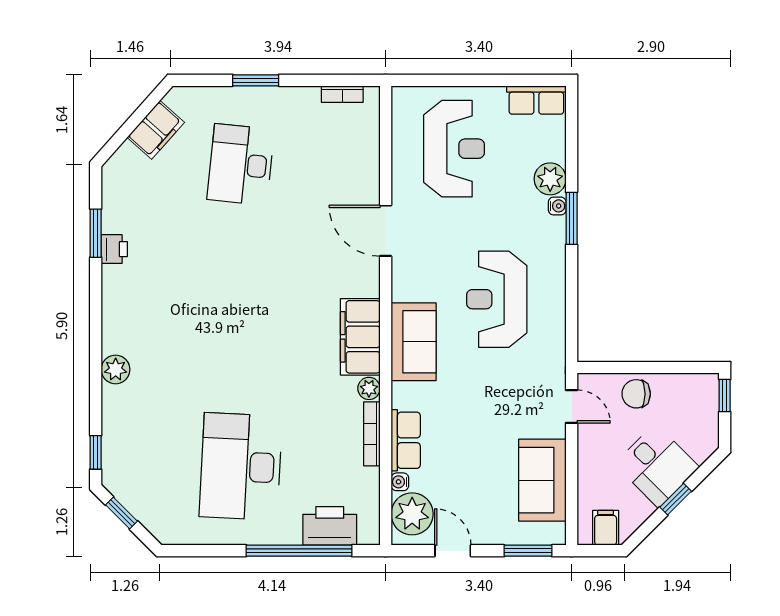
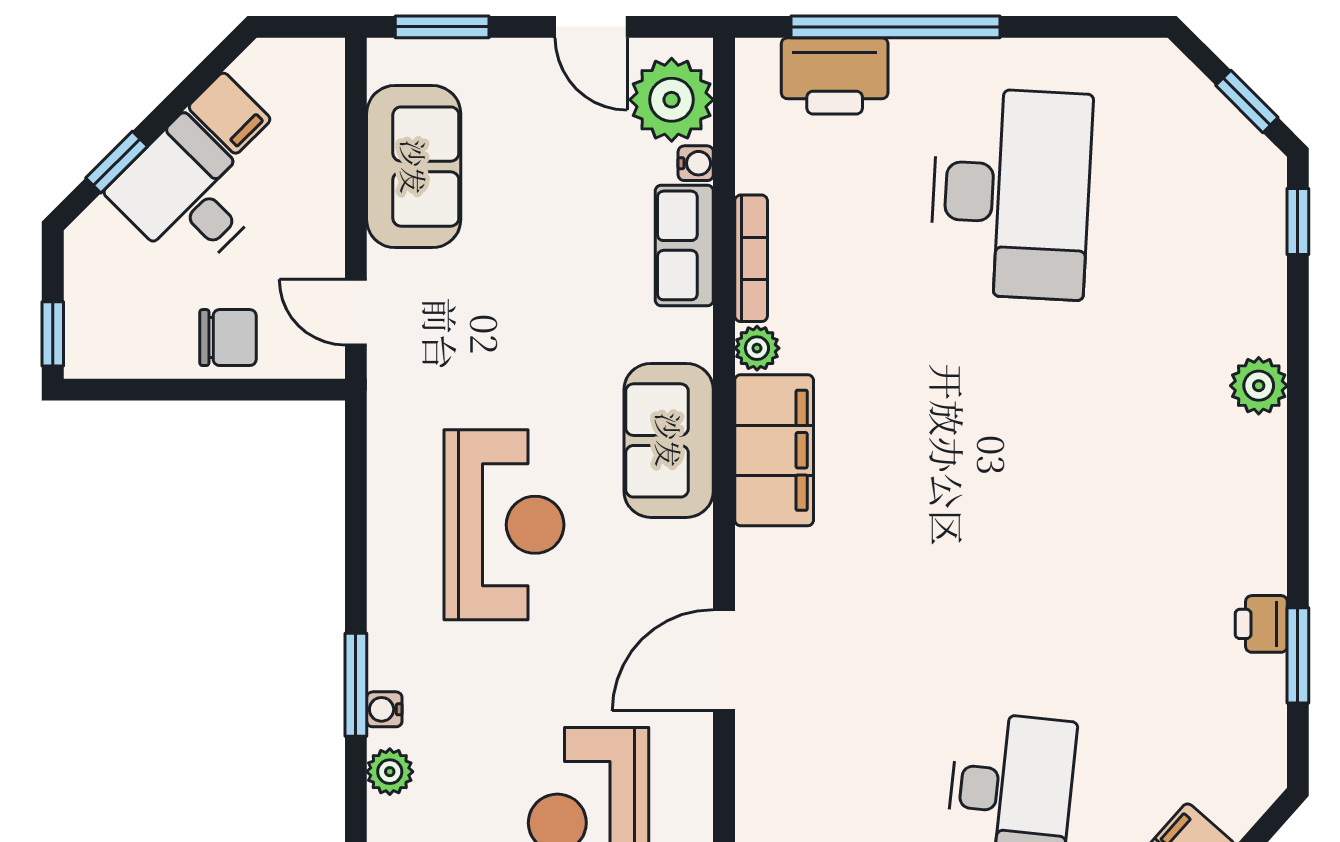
plant: (550, 179) -> (390, 772), width x0.73, depth x0.73
door: (386, 231) -> (724, 660), swing flipped
window: (676, 499) -> (117, 162), moved
filing cabinet: (606, 528) -> (230, 113), moved, turned -45

